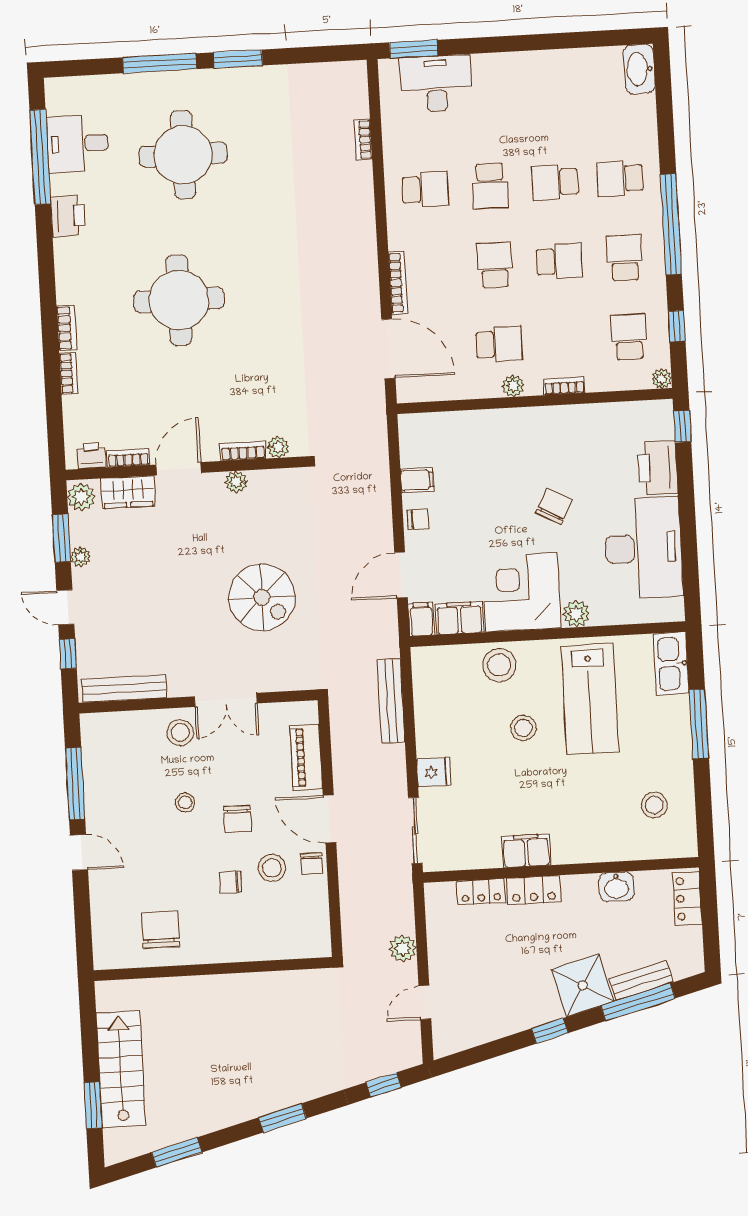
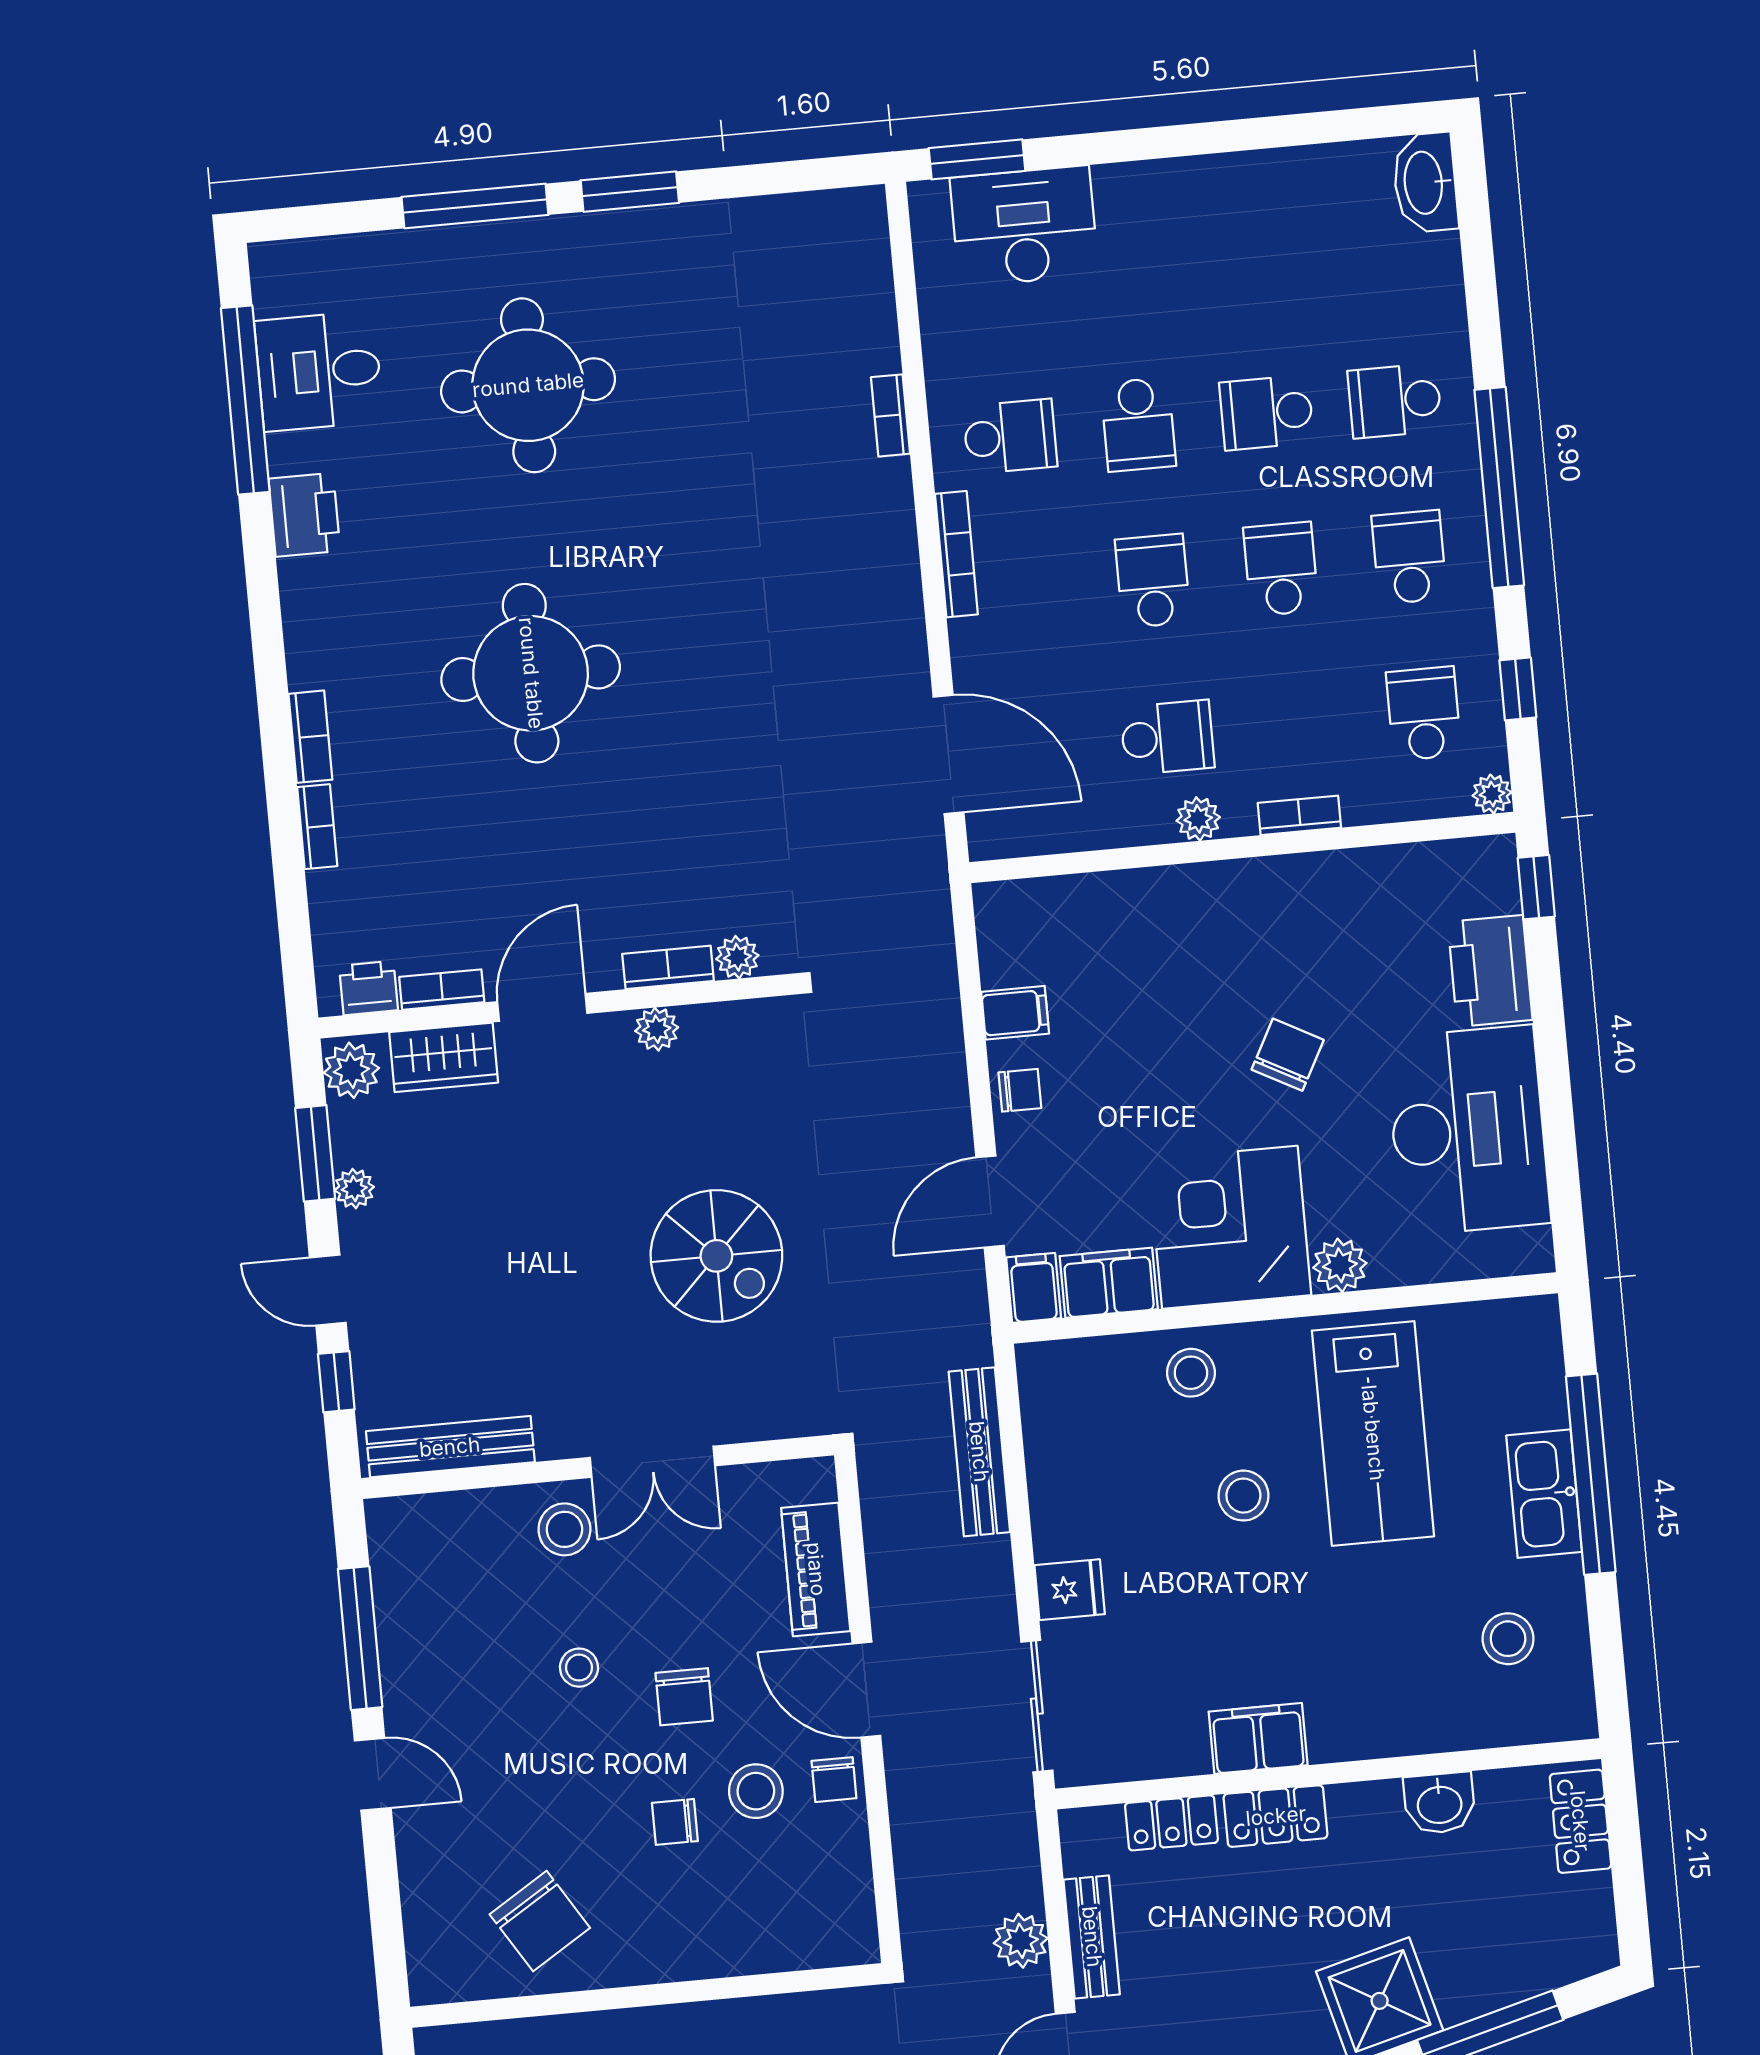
bookcase: (363, 140) -> (891, 415), moved
school desk: (559, 261) -> (1281, 569), turned -90
bookcase: (398, 283) -> (956, 554), moved
kitchen sink: (671, 664) -> (1544, 1494), moved
stool: (499, 665) -> (1191, 1373), width x0.73, depth x0.73
window: (699, 724) -> (1591, 1474), width x1.46
chair: (161, 930) -> (540, 1921), turned 148
bench: (641, 981) -> (1092, 1937), moved, turned -75

